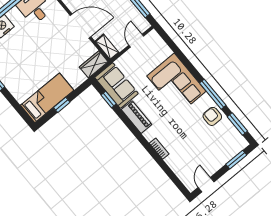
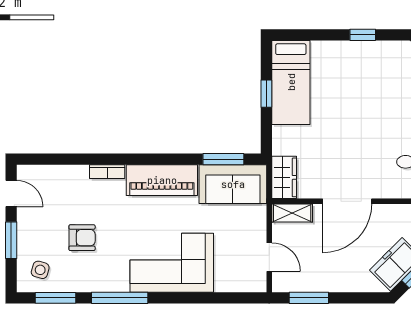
window: (109, 99) -> (223, 159), width x1.50
armchair: (212, 116) -> (82, 238), moved
piano: (137, 117) -> (162, 180), width x1.37, depth x1.33
side table: (230, 142) -> (40, 270), added
window: (236, 160) -> (11, 240), moved

